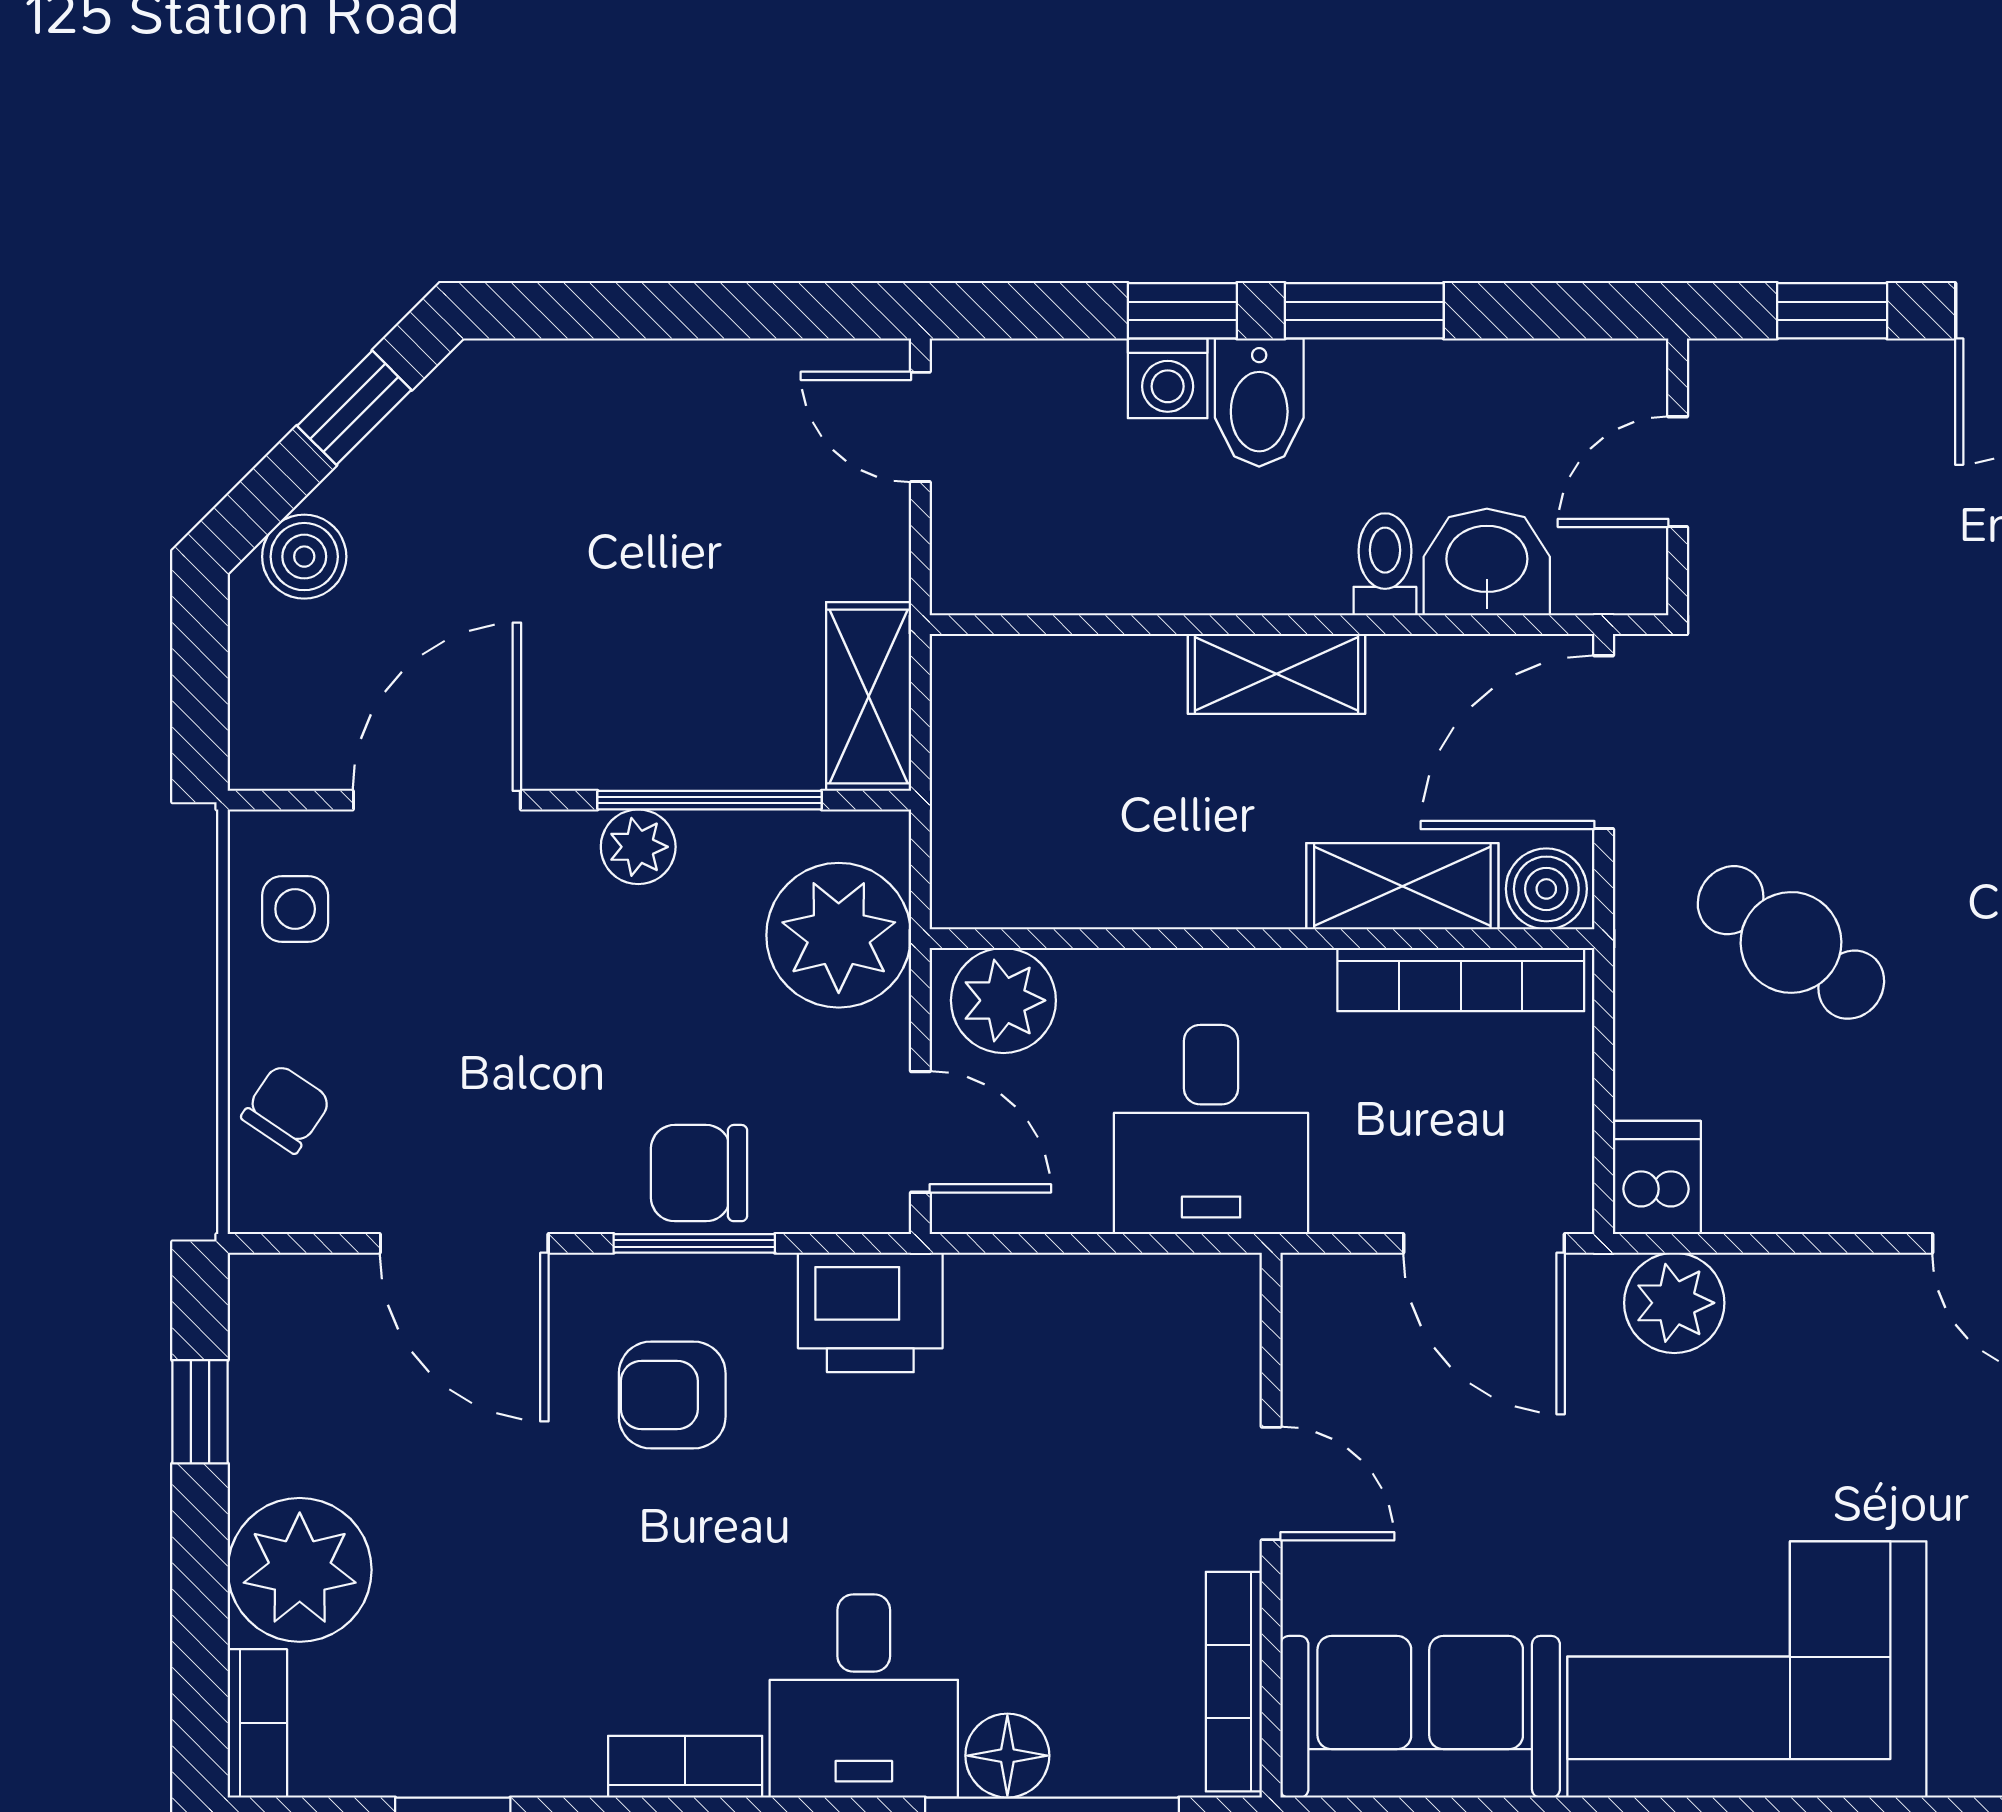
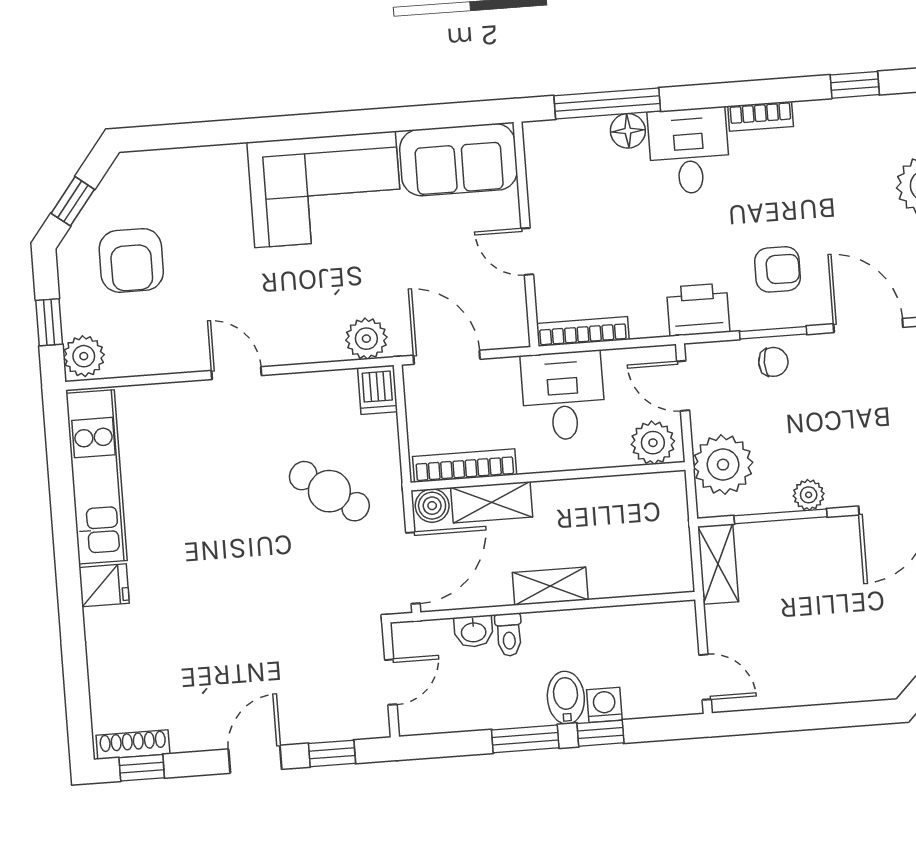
washbasin: (1487, 562) -> (474, 631), width x0.72, depth x0.69
chair: (699, 1173) -> (773, 362), width x0.73, depth x0.73
bookcase: (1234, 1682) -> (583, 331), moved, turned -90

